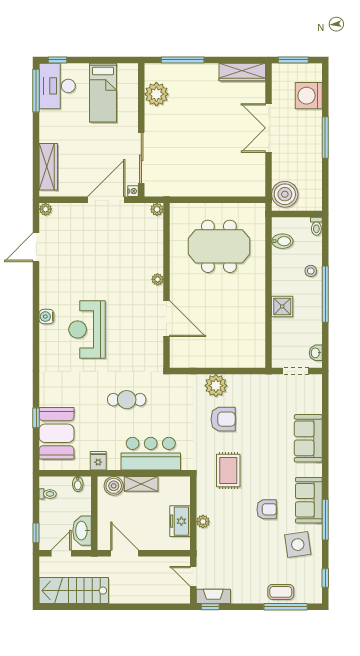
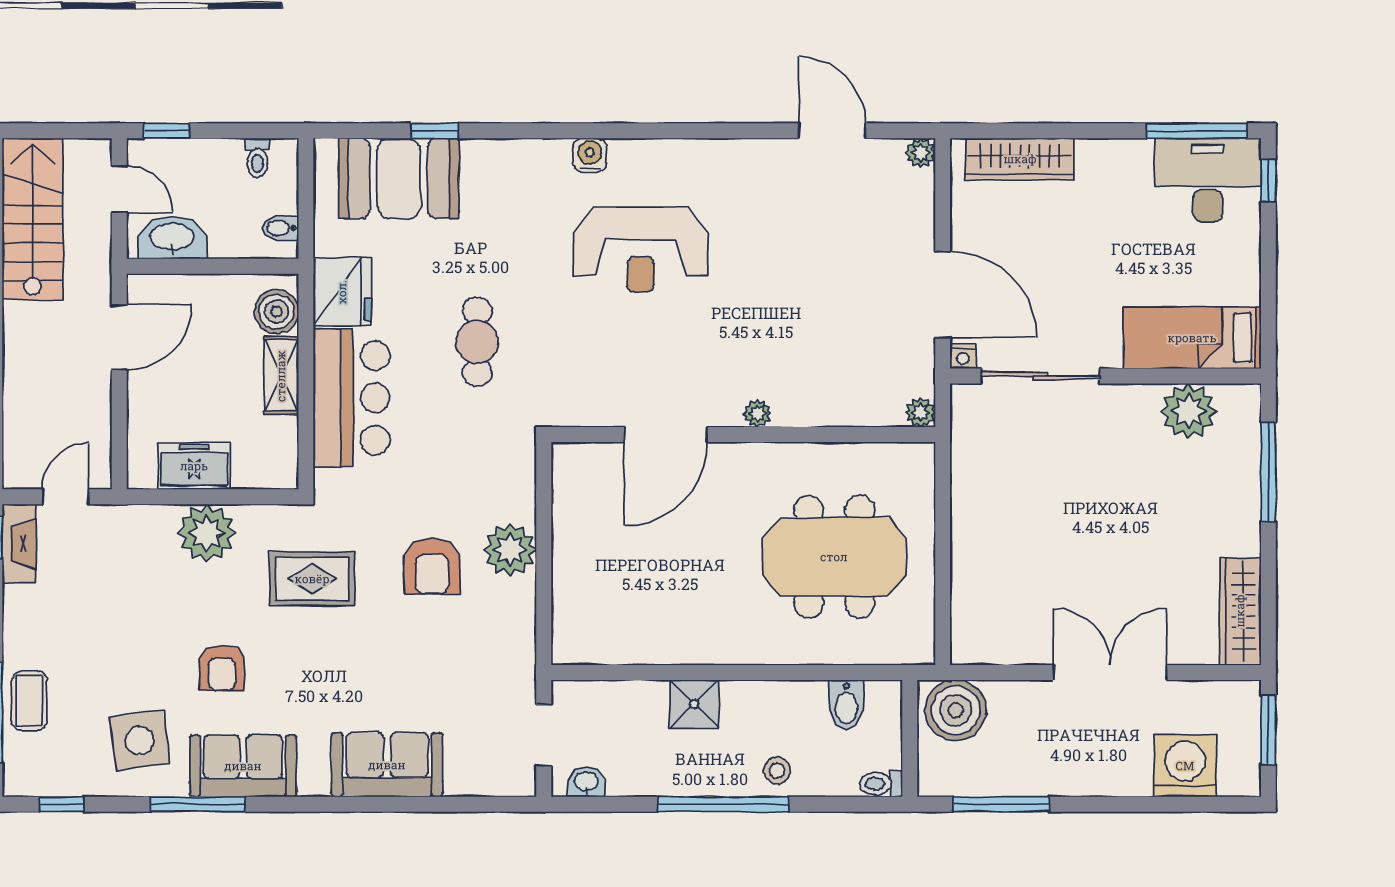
bed: (103, 93) -> (1192, 338), moved
window: (325, 138) -> (1001, 804), moved
meeting table: (219, 246) -> (834, 557), turned 90
water cooler: (46, 317) -> (590, 155), moved
reception desk: (87, 329) -> (641, 250), turned 180
fridge: (98, 461) -> (342, 292), width x1.88, depth x1.34
plant: (203, 522) -> (207, 533), width x1.87, depth x1.87

